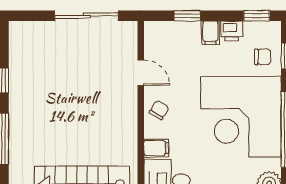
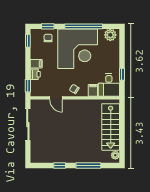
window: (187, 16) -> (28, 86), moved
printer: (232, 31) -> (35, 74), moved
door: (141, 73) -> (56, 98), swing flipped

